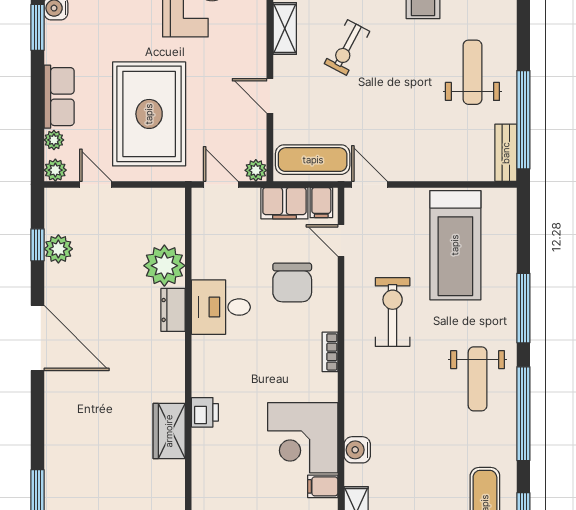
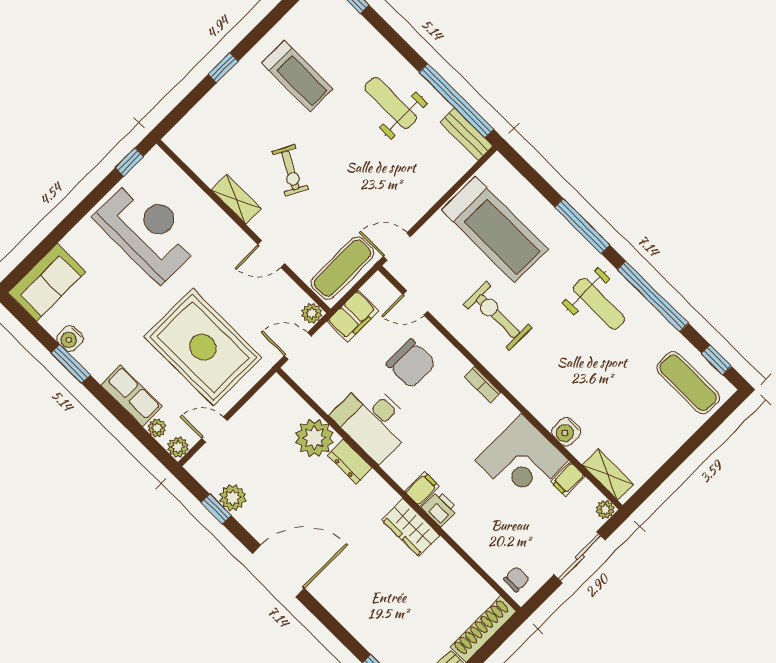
filing cabinet: (321, 203) -> (422, 489), moved, turned -90
desk: (221, 307) -> (373, 421), width x1.37
wardrobe: (169, 431) -> (411, 528), moved

